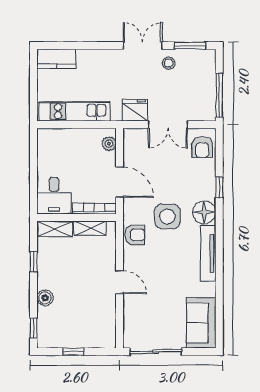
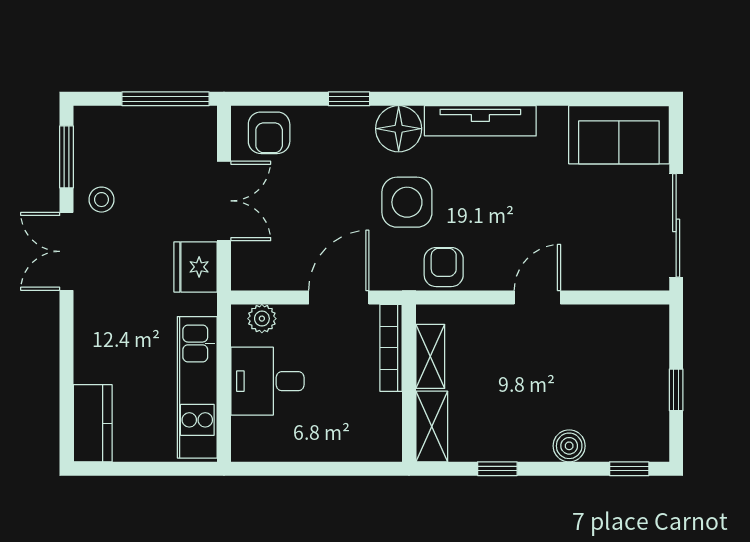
armchair: (202, 147) -> (269, 133), turned 90
desk: (54, 196) -> (267, 381), moved, turned 180

